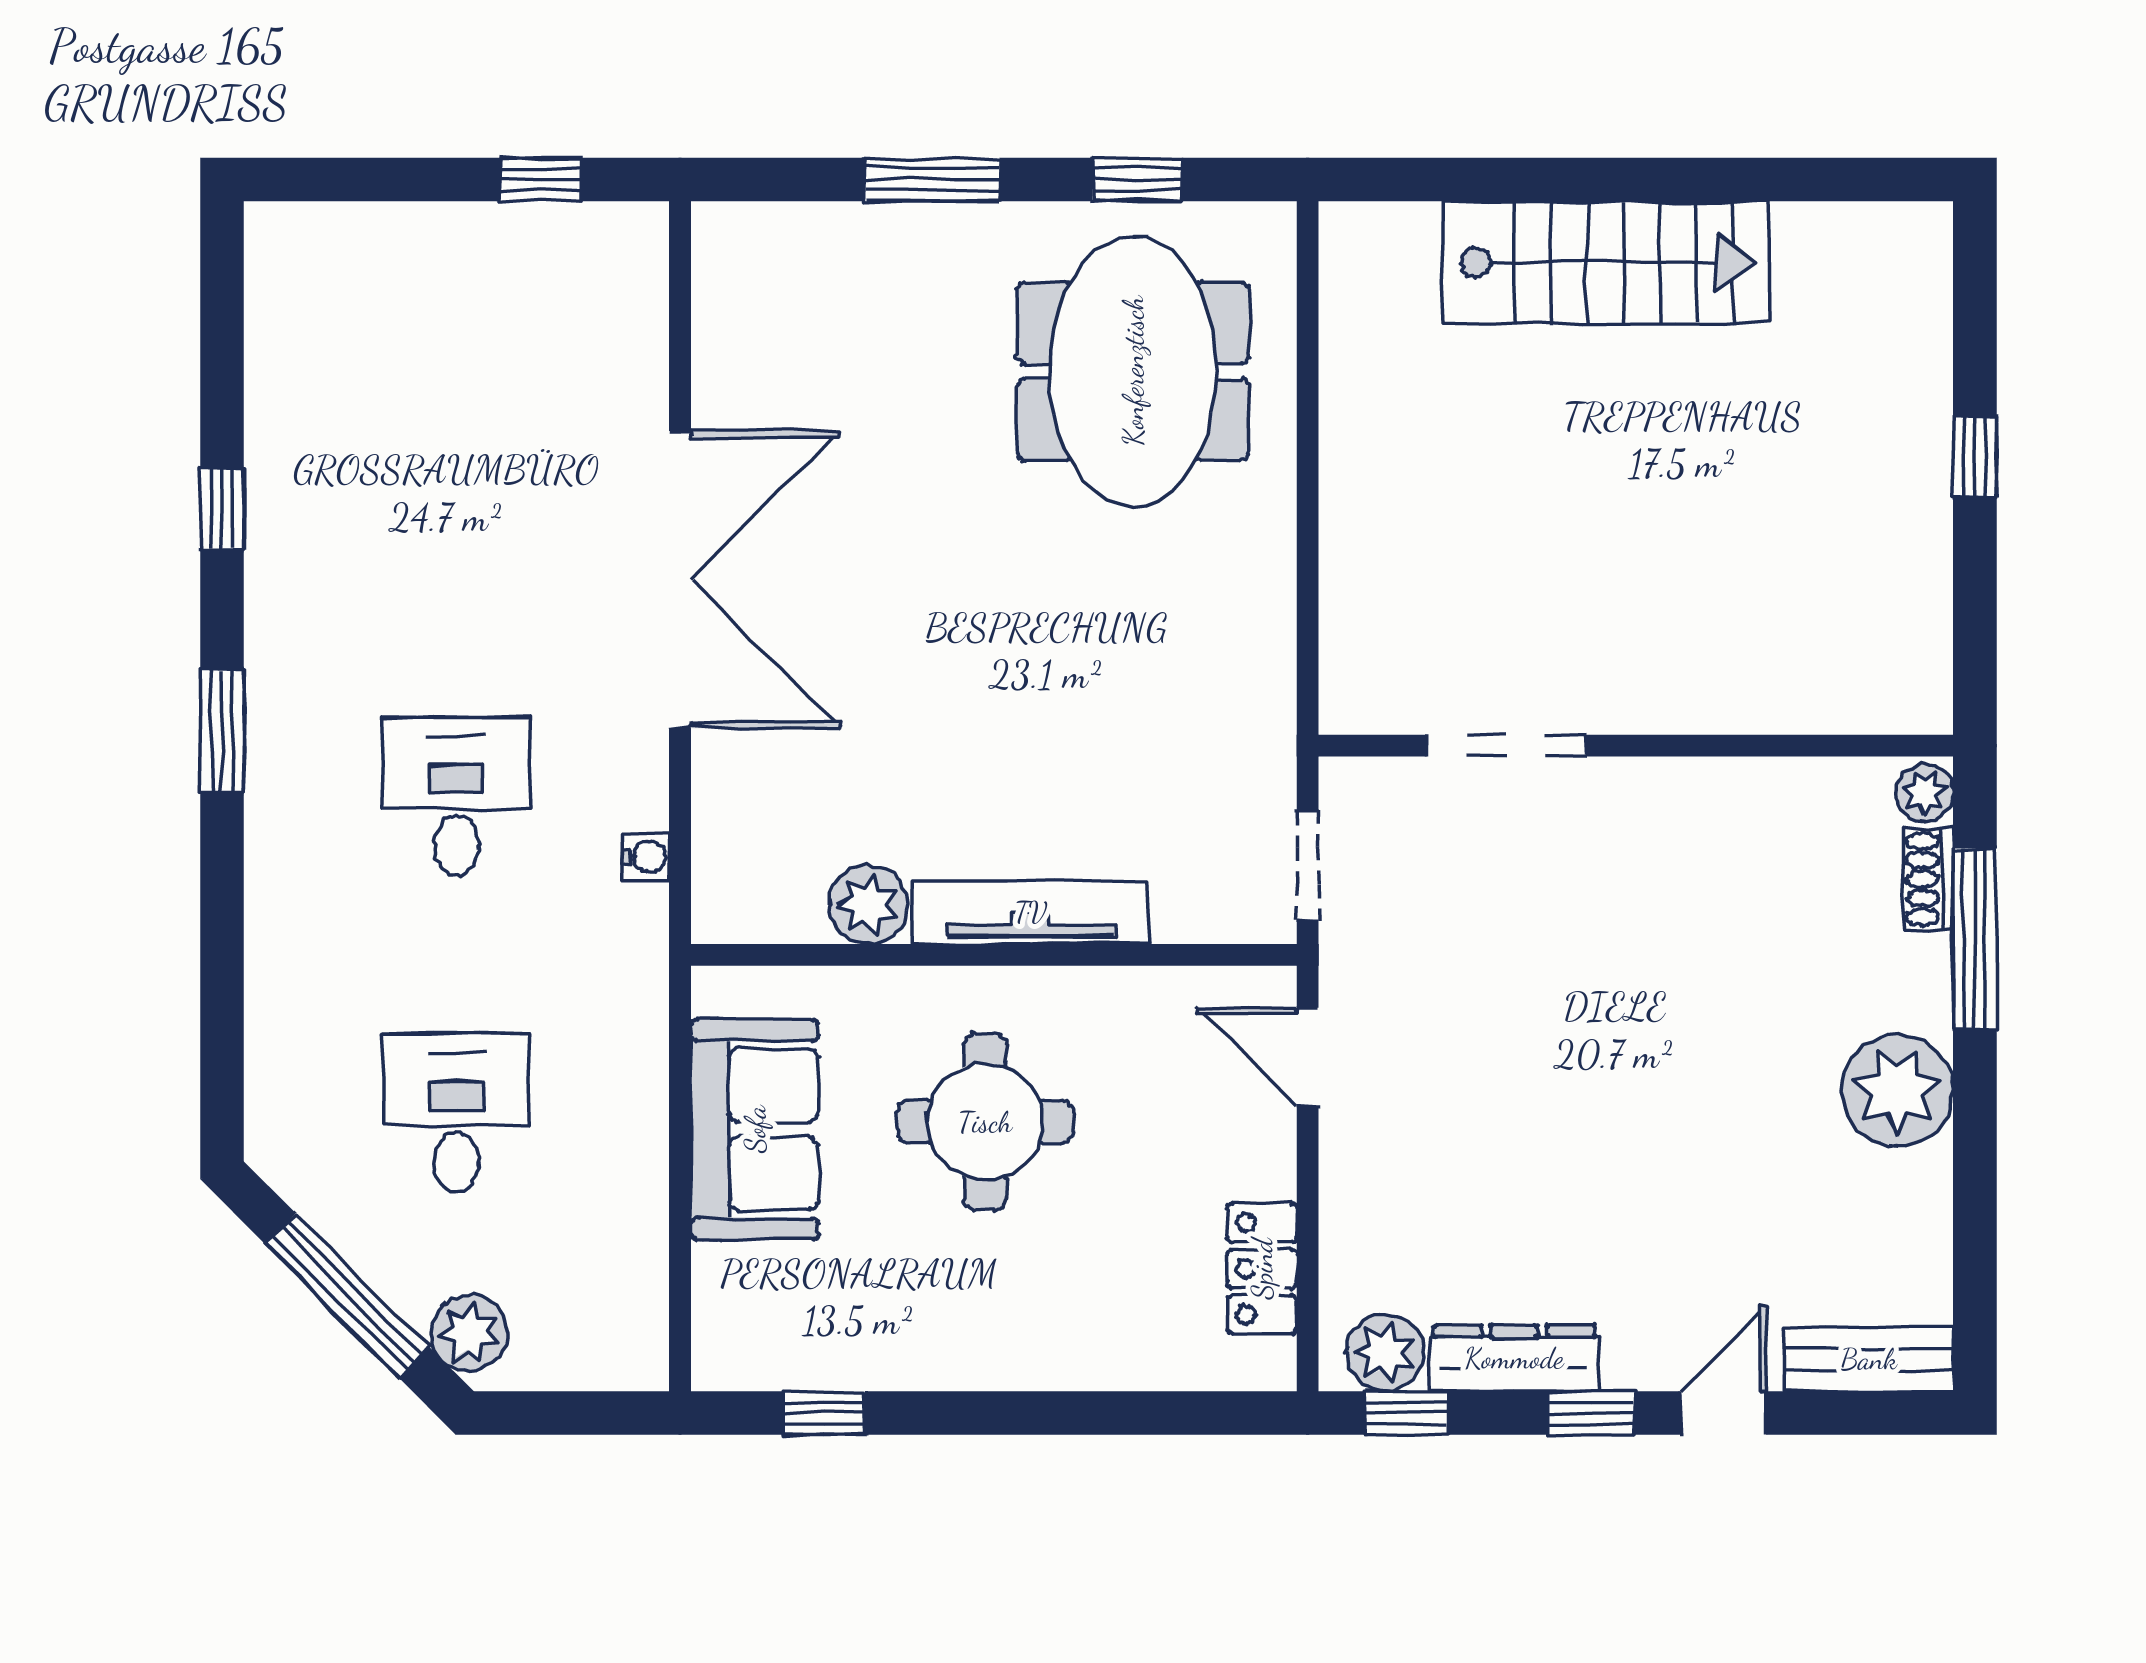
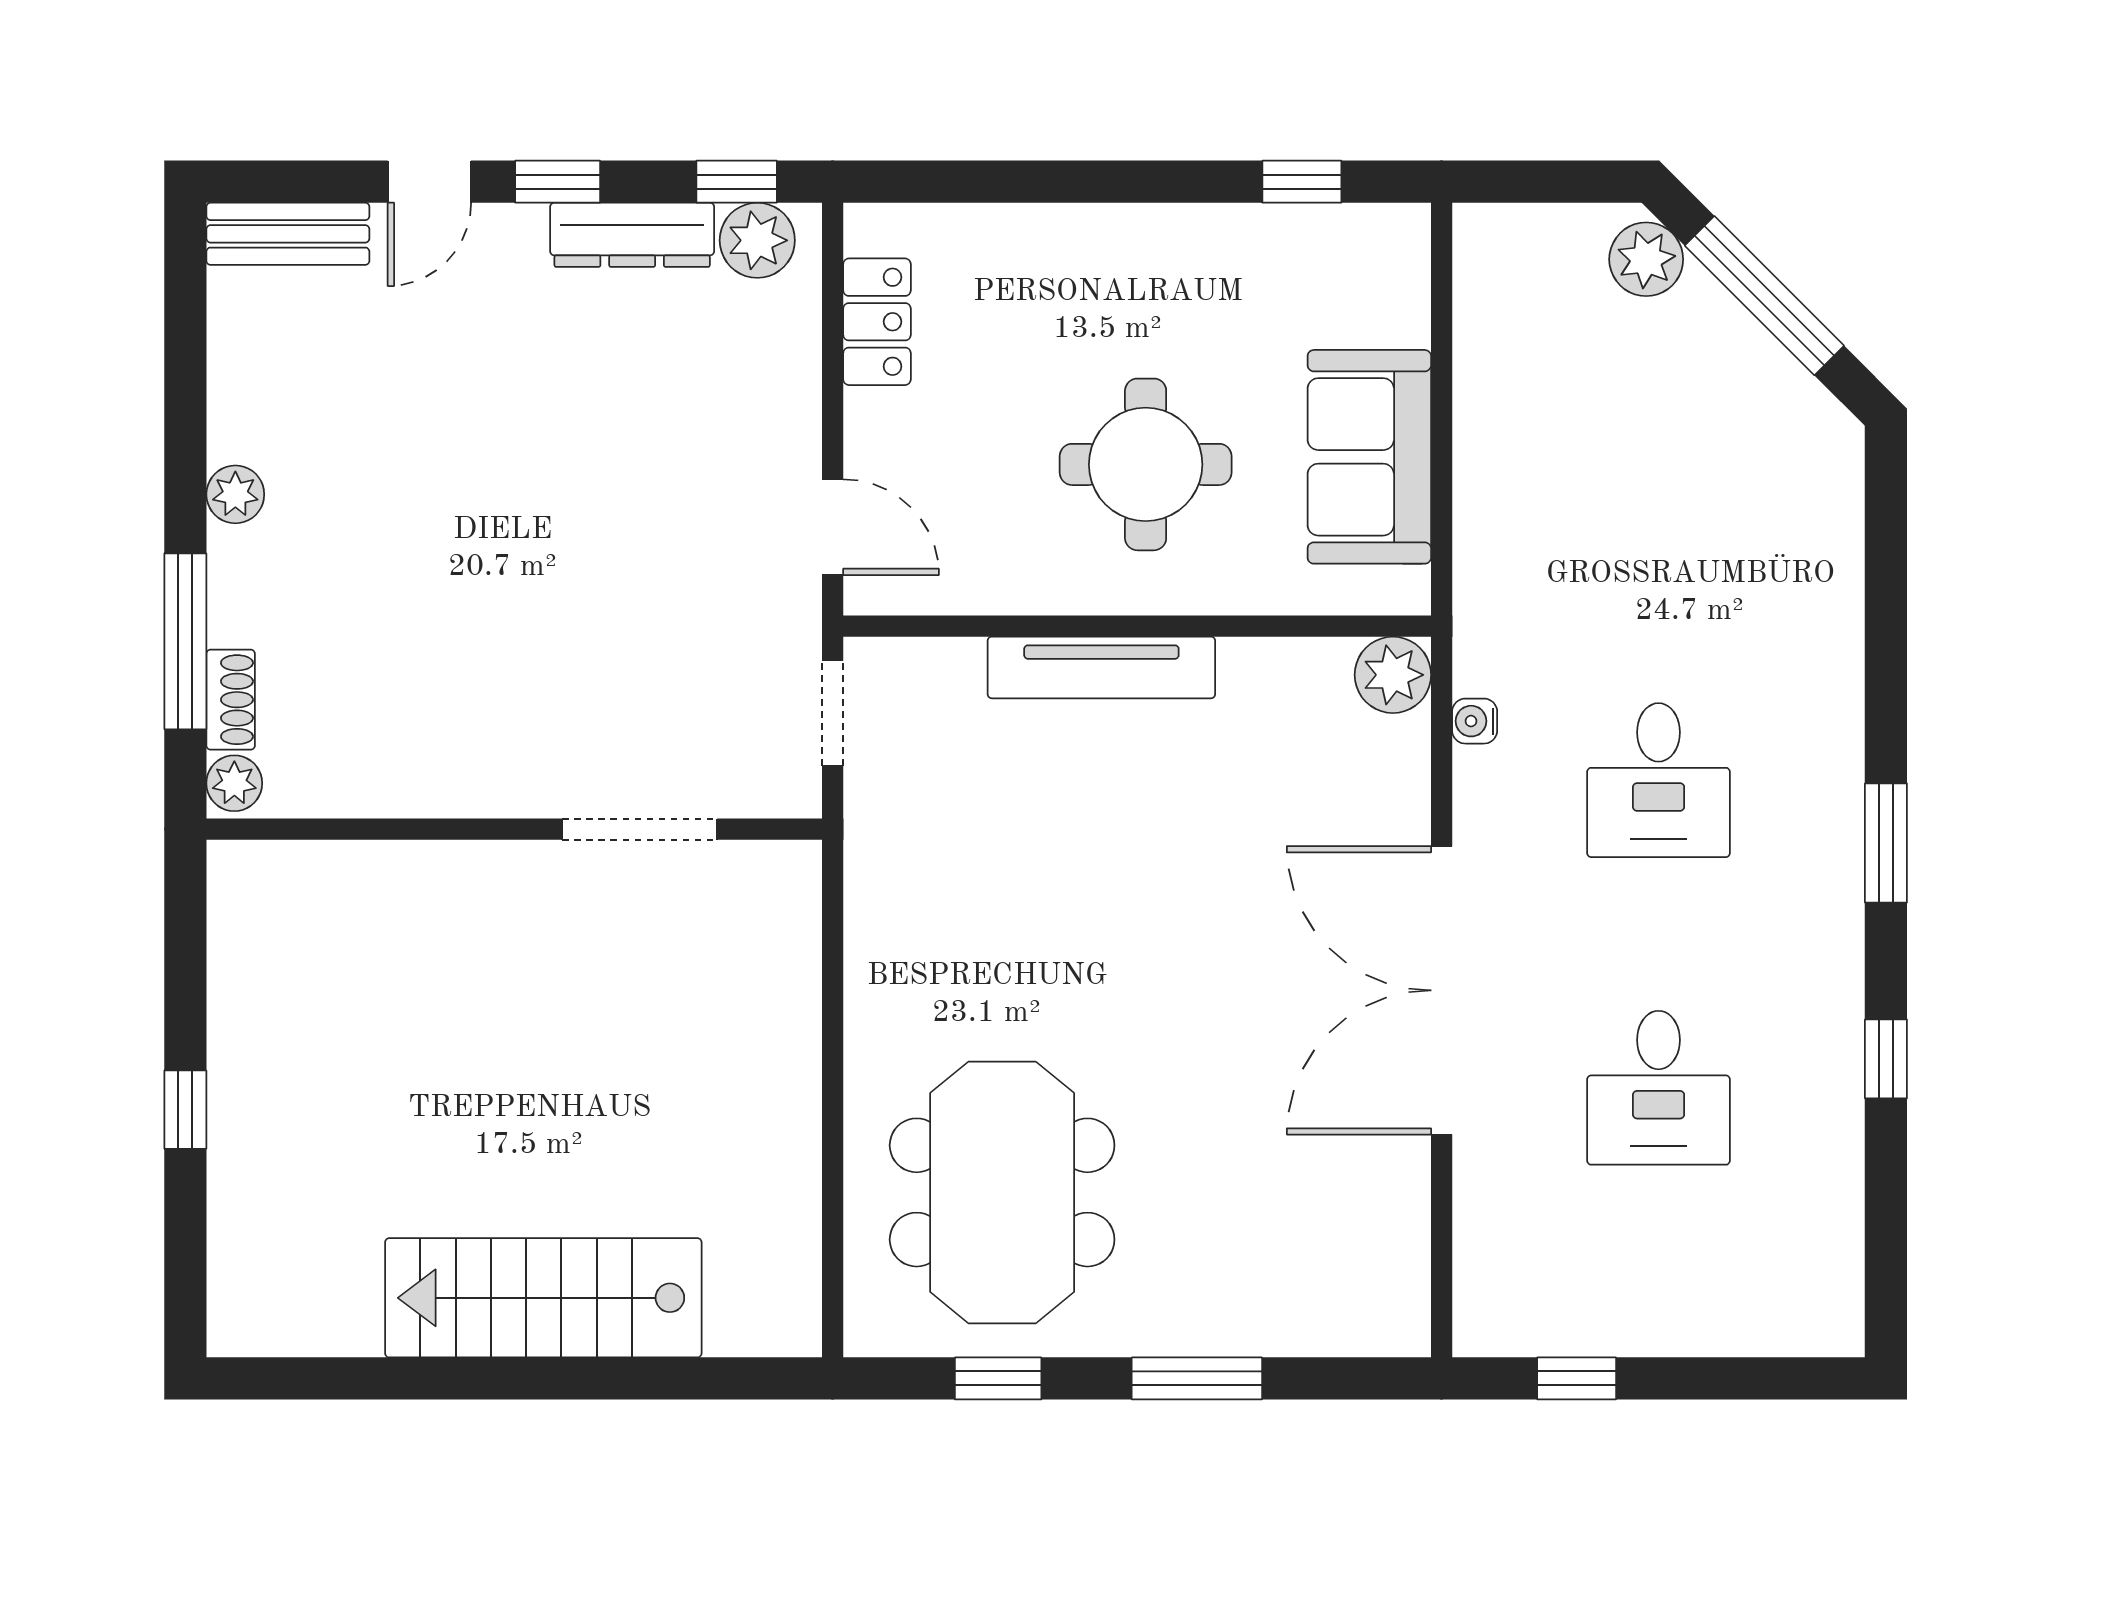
plant: (868, 905) -> (1393, 675), moved
plant: (1897, 1091) -> (235, 494), width x0.53, depth x0.53
desk: (456, 1113) -> (1659, 1088), moved

